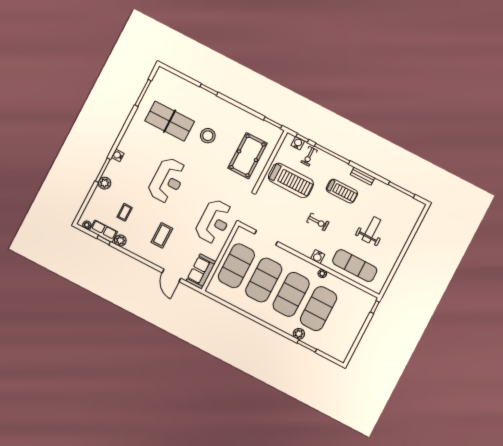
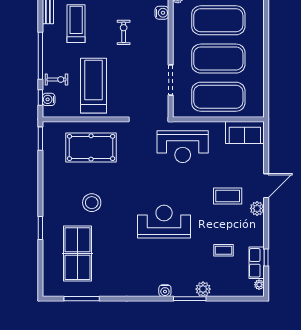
table tennis table: (170, 121) -> (78, 254), moved
reception desk: (214, 222) -> (183, 147), turned 180
plant: (120, 241) -> (257, 208), moved
door: (171, 275) -> (266, 186), moved

